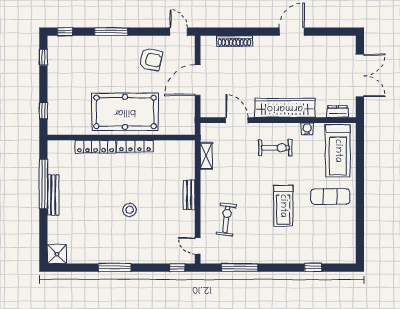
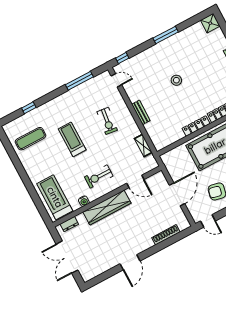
exercise mat: (330, 196) -> (30, 139), moved
exercise bike: (226, 220) -> (107, 121), moved

